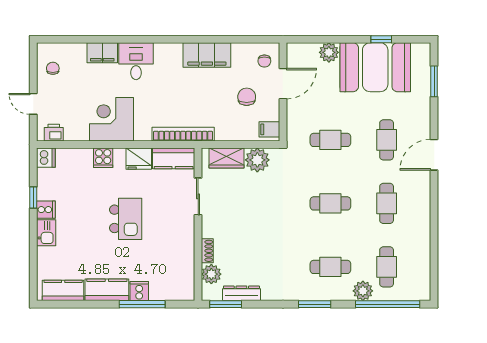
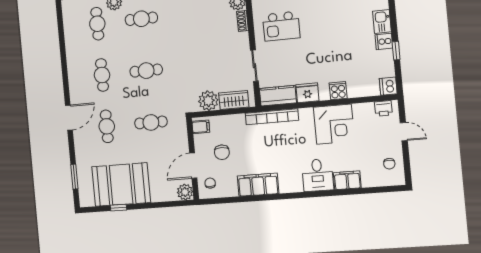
plant: (329, 52) -> (185, 192), moved
kitchen island: (126, 219) -> (281, 26), moved, turned -90

